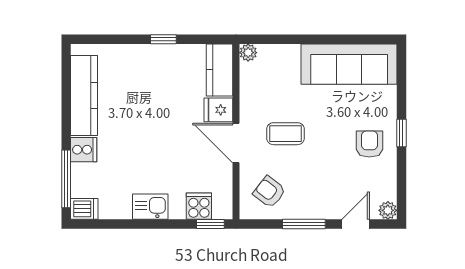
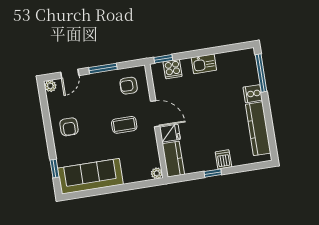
window: (401, 133) -> (55, 168), moved
armchair: (269, 192) -> (129, 86), turned 142
dishwasher: (84, 209) -> (223, 159), moved, turned 90

